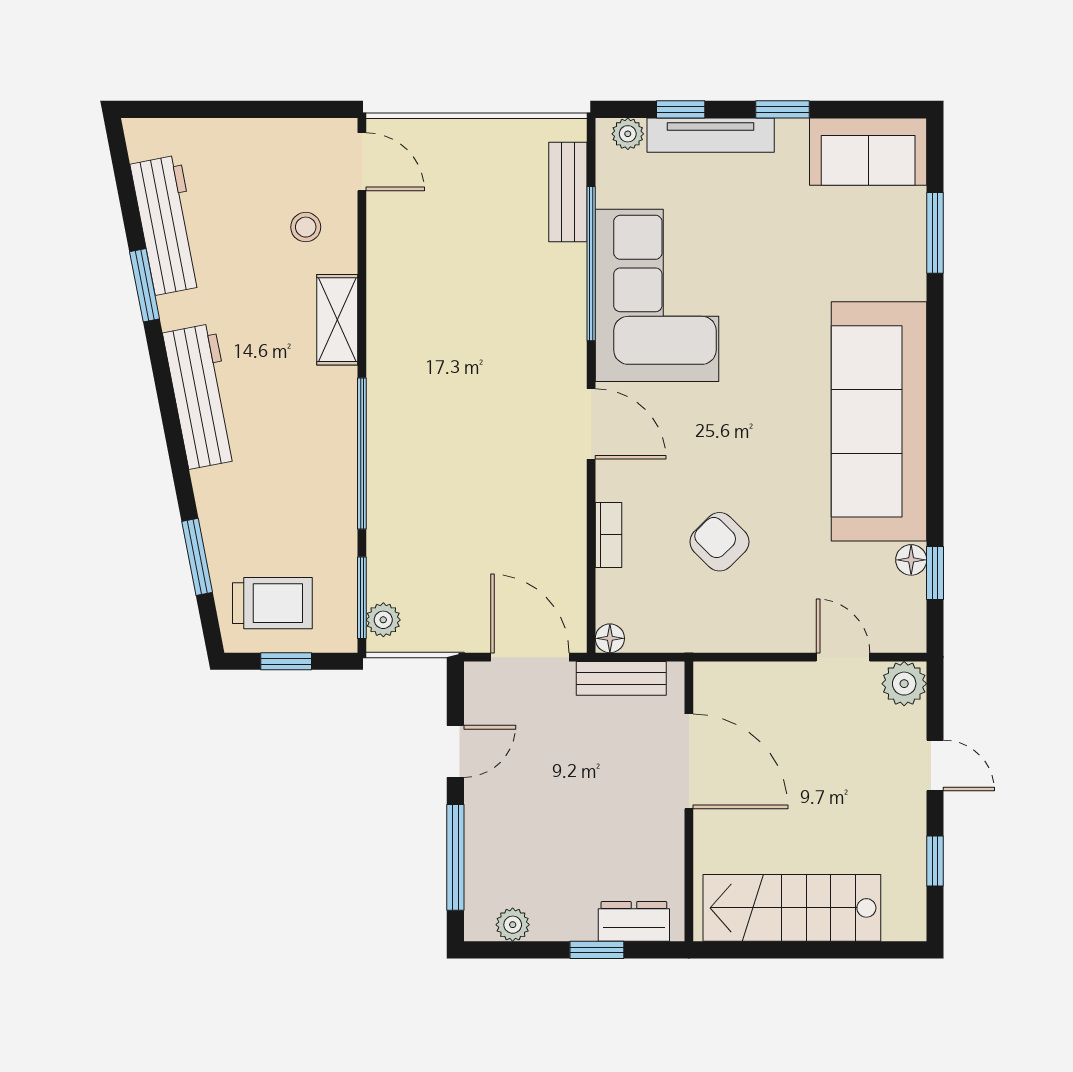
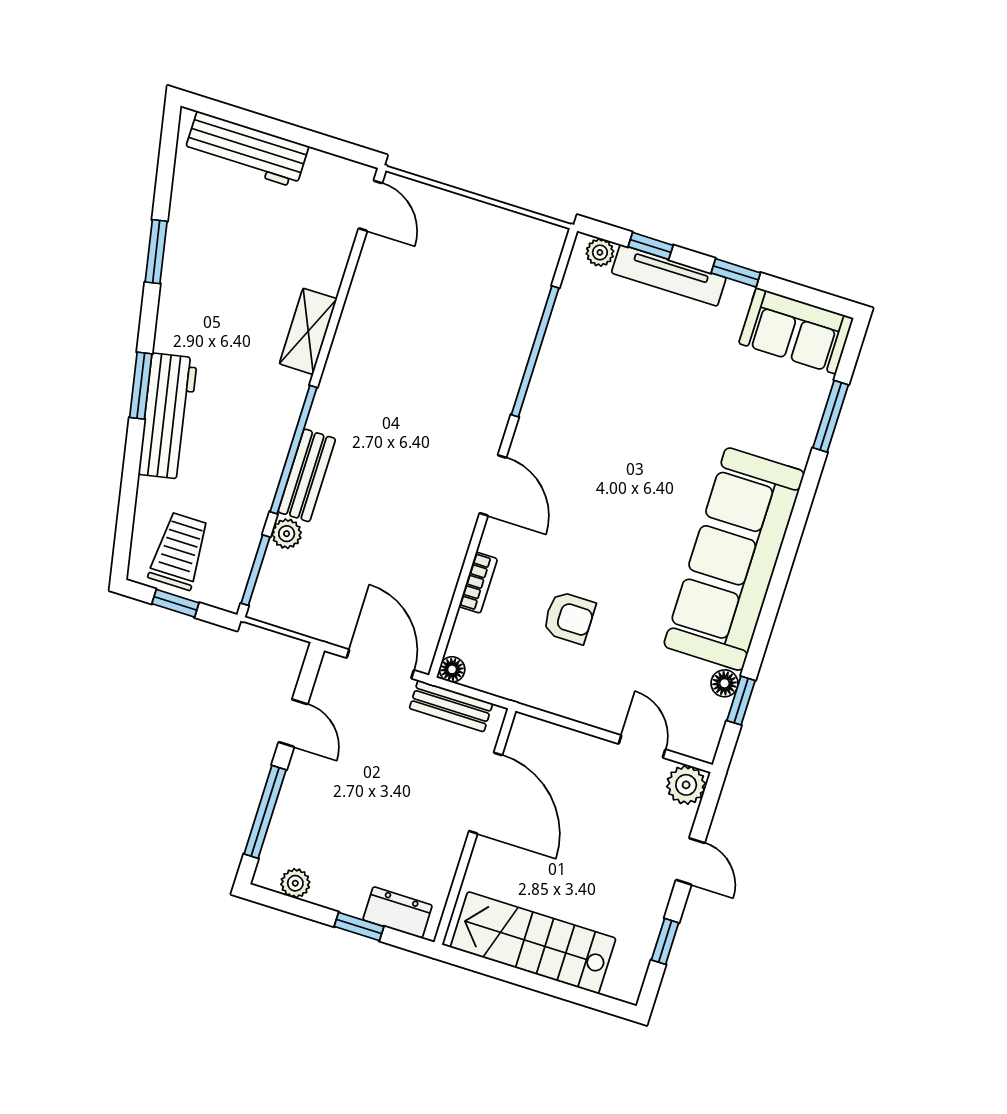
bench: (568, 192) -> (307, 475), moved
workbench: (167, 225) -> (246, 150), moved, turned 101
stool: (306, 227) -> (306, 245), removed
corner sofa: (657, 295) -> (582, 395), removed
workbench: (201, 396) -> (168, 416), moved
armchair: (719, 542) -> (569, 618), turned 135
window: (197, 557) -> (141, 386), moved
trolley: (272, 603) -> (179, 551), turned -90
plant: (383, 620) -> (287, 534), moved
door: (455, 751) -> (293, 723), hinge flipped

